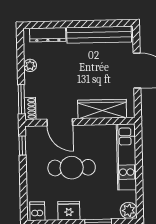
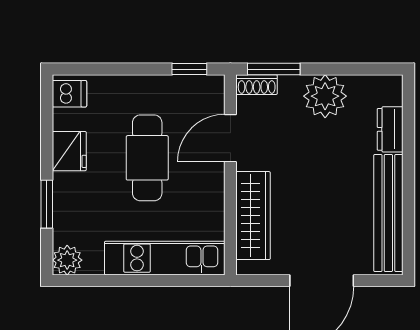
dresser: (48, 35) -> (390, 129), width x0.70
plant: (30, 65) -> (325, 96), width x1.88, depth x1.88

